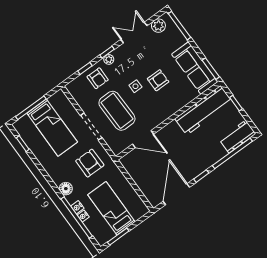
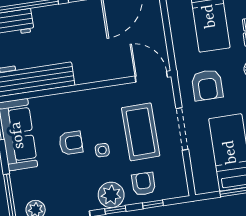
plant: (109, 59) -> (111, 195), width x1.87, depth x1.87
armchair: (158, 80) -> (71, 143), turned 180
door: (143, 139) -> (151, 77), moved

